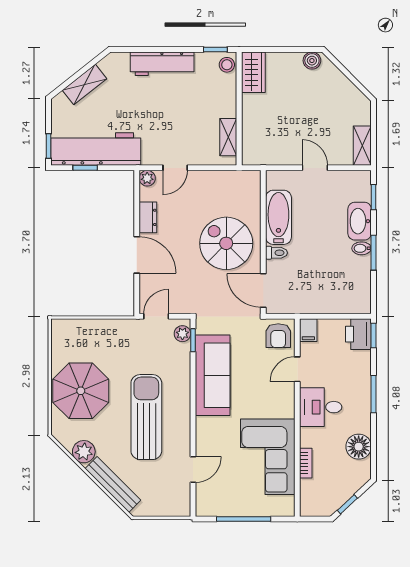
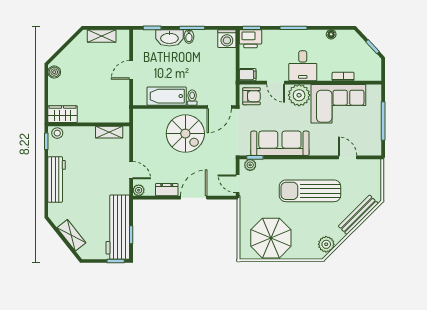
shelving: (362, 146) -> (102, 36), moved
spiral stairs: (226, 243) -> (185, 134), turned -90
washing machine: (359, 301) -> (227, 39), added
parasol: (81, 391) -> (271, 238), moved
plant: (280, 402) -> (299, 95), added
floor lamp: (359, 447) -> (331, 34), width x0.53, depth x0.53
plant: (84, 452) -> (326, 244), moved

